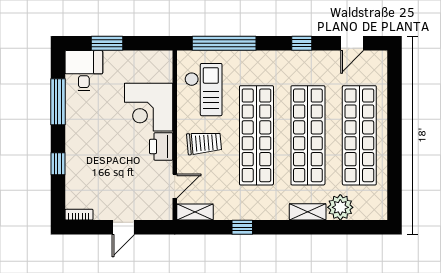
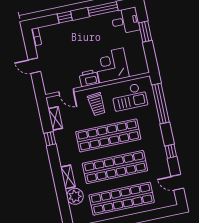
shelving: (195, 212) -> (55, 118), moved

